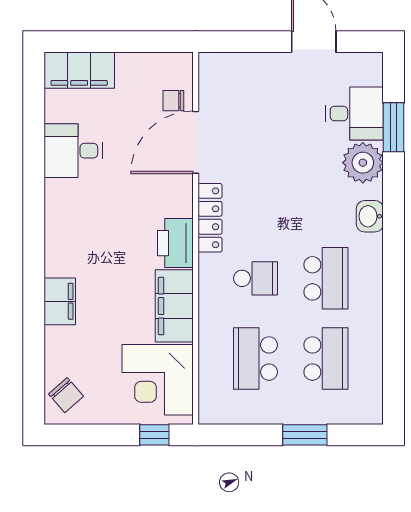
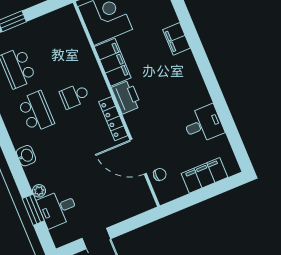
filing cabinet: (79, 70) -> (204, 175), moved
door: (196, 142) -> (138, 157), swing flipped
plant: (363, 163) -> (39, 191), width x0.53, depth x0.53
school desk: (326, 278) -> (36, 112), turned 180
school desk: (255, 359) -> (56, 52), removed

